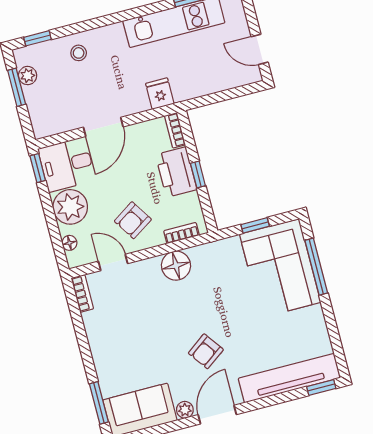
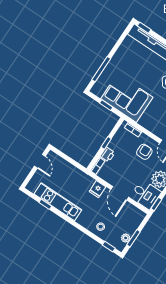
fridge: (160, 94) -> (97, 189), moved
door: (103, 127) -> (120, 193), swing flipped
printer: (176, 172) -> (107, 154), width x0.53, depth x0.68
armchair: (133, 220) -> (144, 152), turned -57
floor lamp: (176, 266) -> (147, 121), removed
corner sofa: (280, 268) -> (127, 98), moved, turned -90

